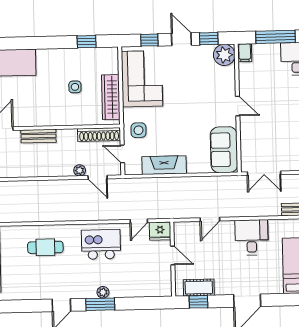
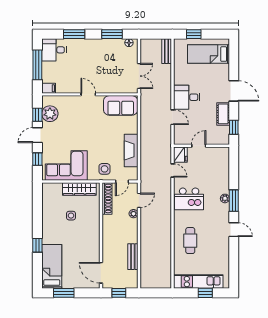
window: (87, 42) -> (37, 245), moved
plant: (224, 55) -> (50, 114), moved
door: (238, 106) -> (88, 94), hinge flipped
bench: (38, 136) -> (133, 257), moved
desk: (252, 237) -> (187, 97), moved
kitchen island: (101, 244) -> (189, 199), turned -90
cot: (199, 288) -> (223, 114), moved

